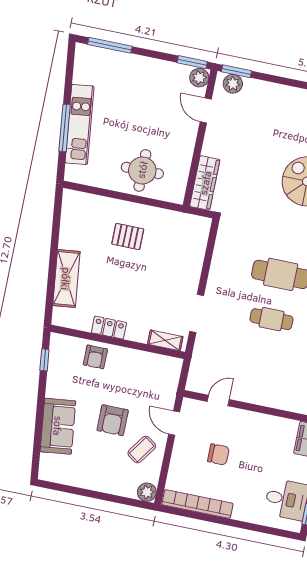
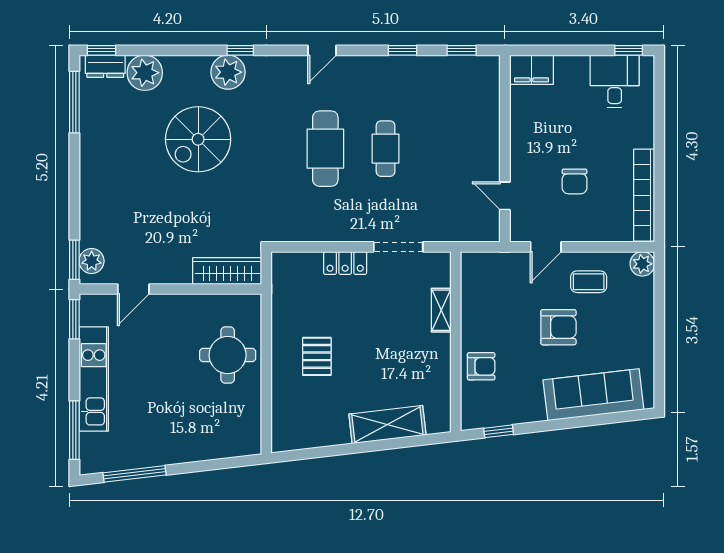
plant: (199, 78) -> (92, 306), removed
kitchen unit: (80, 124) -> (94, 379), moved, turned 97
window: (65, 128) -> (135, 474), moved
locker: (109, 328) -> (345, 263), moved, turned -90
shelving: (165, 340) -> (441, 310), moved
sofa: (58, 426) -> (593, 395), width x1.36
coffee table: (142, 450) -> (589, 282), turned -35
chair: (218, 454) -> (574, 181), turned 180

